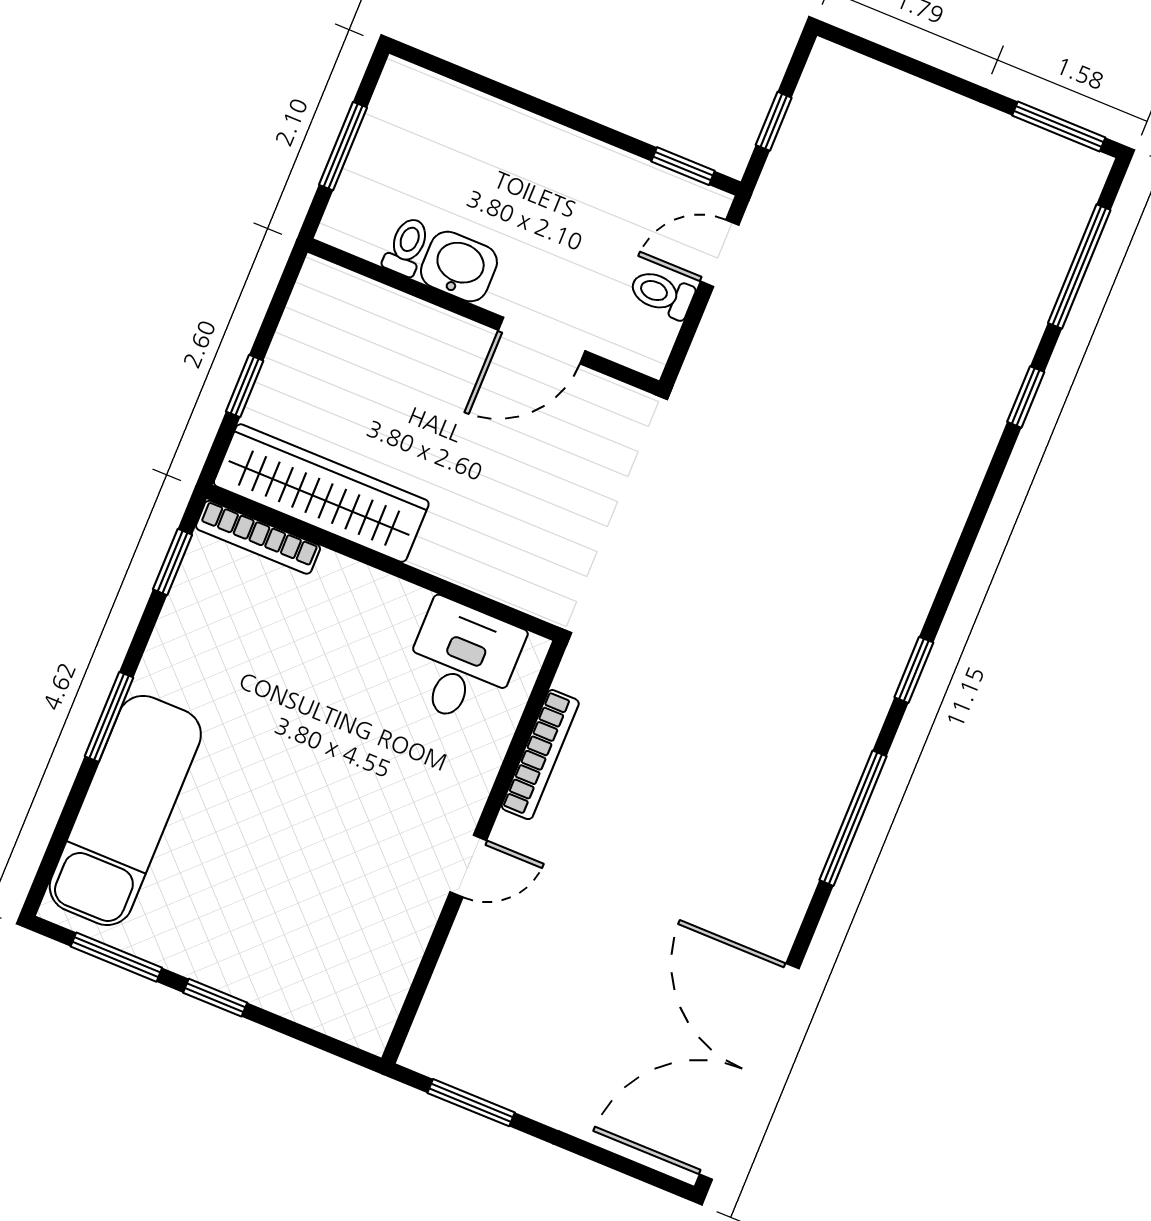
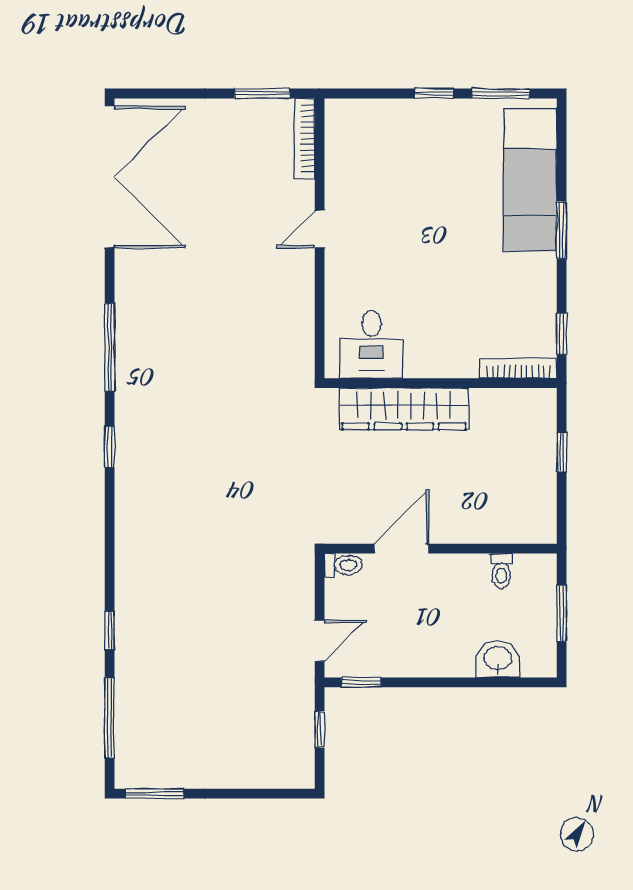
washbasin: (459, 267) -> (498, 659), moved, turned 180
toilet: (662, 294) -> (343, 565), moved
wardrobe: (321, 493) -> (404, 409), moved
bookcase: (540, 755) -> (305, 139), moved

